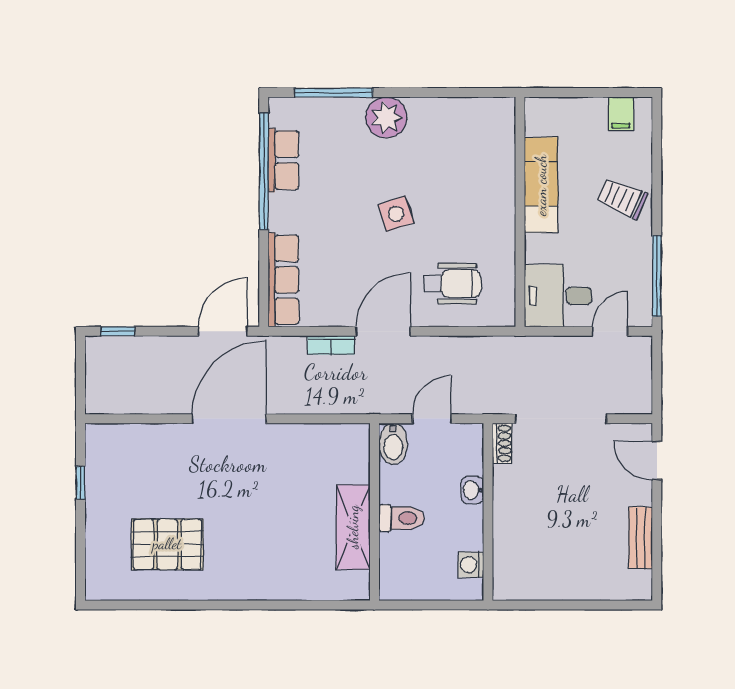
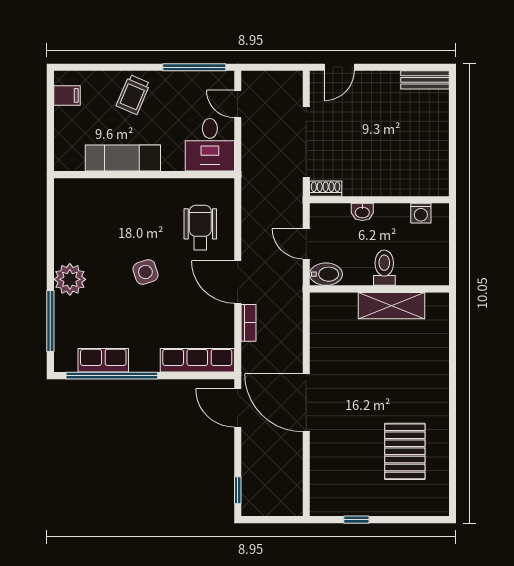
bench: (641, 538) -> (425, 80), moved

